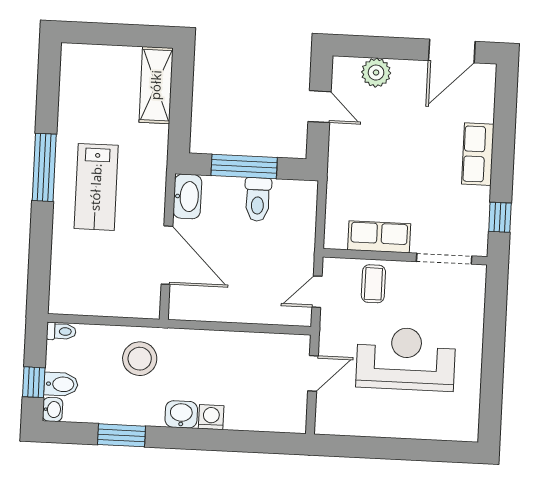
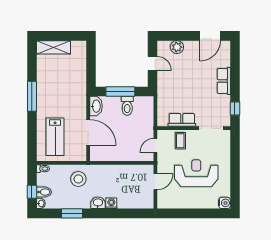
shelving: (156, 85) -> (53, 47), moved, turned 90
lab bench: (96, 187) -> (55, 137), moved
water cooler: (466, 429) -> (225, 203), added

